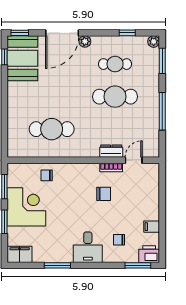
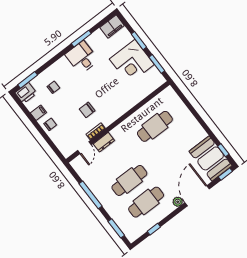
plant: (154, 42) -> (132, 237), removed
cafe table: (115, 64) -> (146, 202), width x1.37, depth x1.35
chair: (47, 175) -> (50, 124), moved
desk: (88, 247) -> (82, 57), moved

